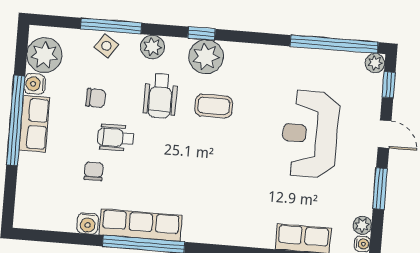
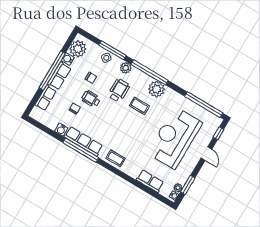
window: (202, 33) -> (150, 72), width x3.17
plant: (206, 57) -> (156, 89), moved
plant: (375, 63) -> (217, 121), removed
wheelchair: (160, 96) -> (119, 90), turned 180
reception desk: (310, 134) -> (175, 138), width x1.36, depth x1.30
row of seats: (29, 178) -> (46, 98), added
window: (380, 189) -> (188, 185), moved
coffee table: (217, 227) -> (116, 158), added

